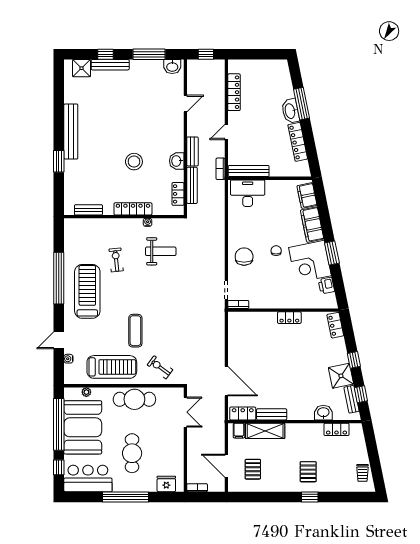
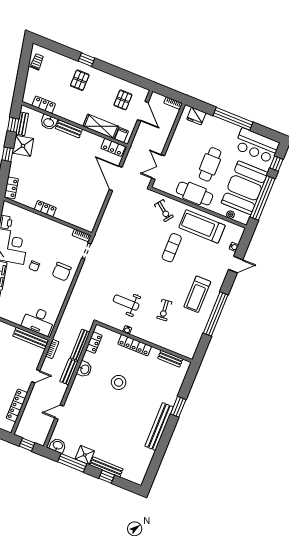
shower: (82, 68) -> (85, 455), moved
treadmill: (87, 291) -> (197, 294), width x0.73, depth x0.73
bench: (272, 414) -> (69, 129), moved
cafe table: (132, 453) -> (210, 164), moved

